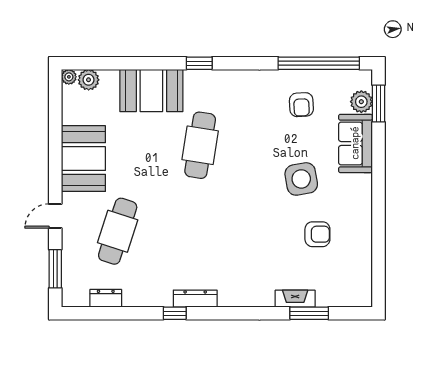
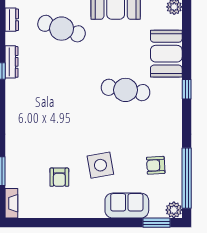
plant: (361, 102) -> (174, 210), moved
dresser: (195, 299) -> (11, 62), moved
fireplace: (295, 299) -> (11, 203), moved

